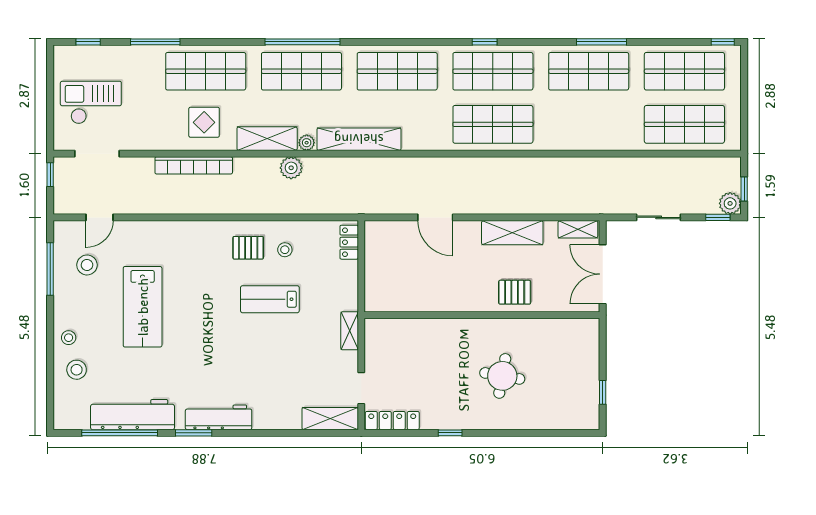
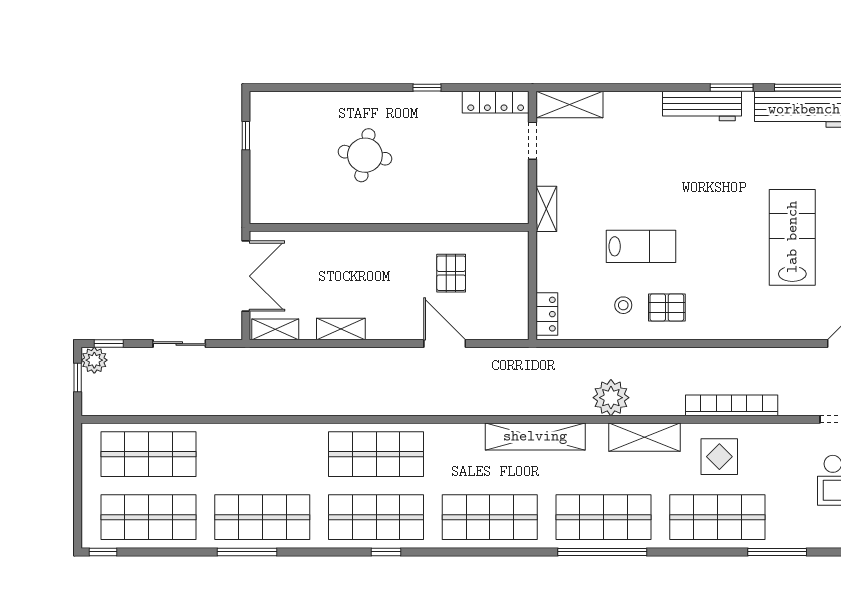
plant: (307, 143) -> (597, 432), removed
plant: (291, 168) -> (611, 398), width x1.36, depth x1.36
shelving: (512, 233) -> (341, 329), width x0.67, depth x0.75
pallet: (515, 292) -> (451, 273), moved, turned 90

